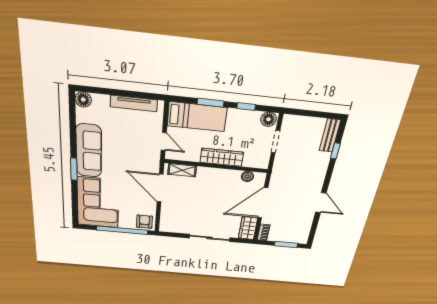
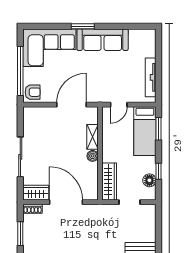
floor lamp: (83, 100) -> (149, 35), removed
window: (211, 103) -> (159, 129), moved
floor lamp: (268, 119) -> (149, 180), moved
wardrobe: (222, 157) -> (109, 181), moved
shelving: (182, 170) -> (92, 137), moved
boiler: (247, 176) -> (93, 156), moved

